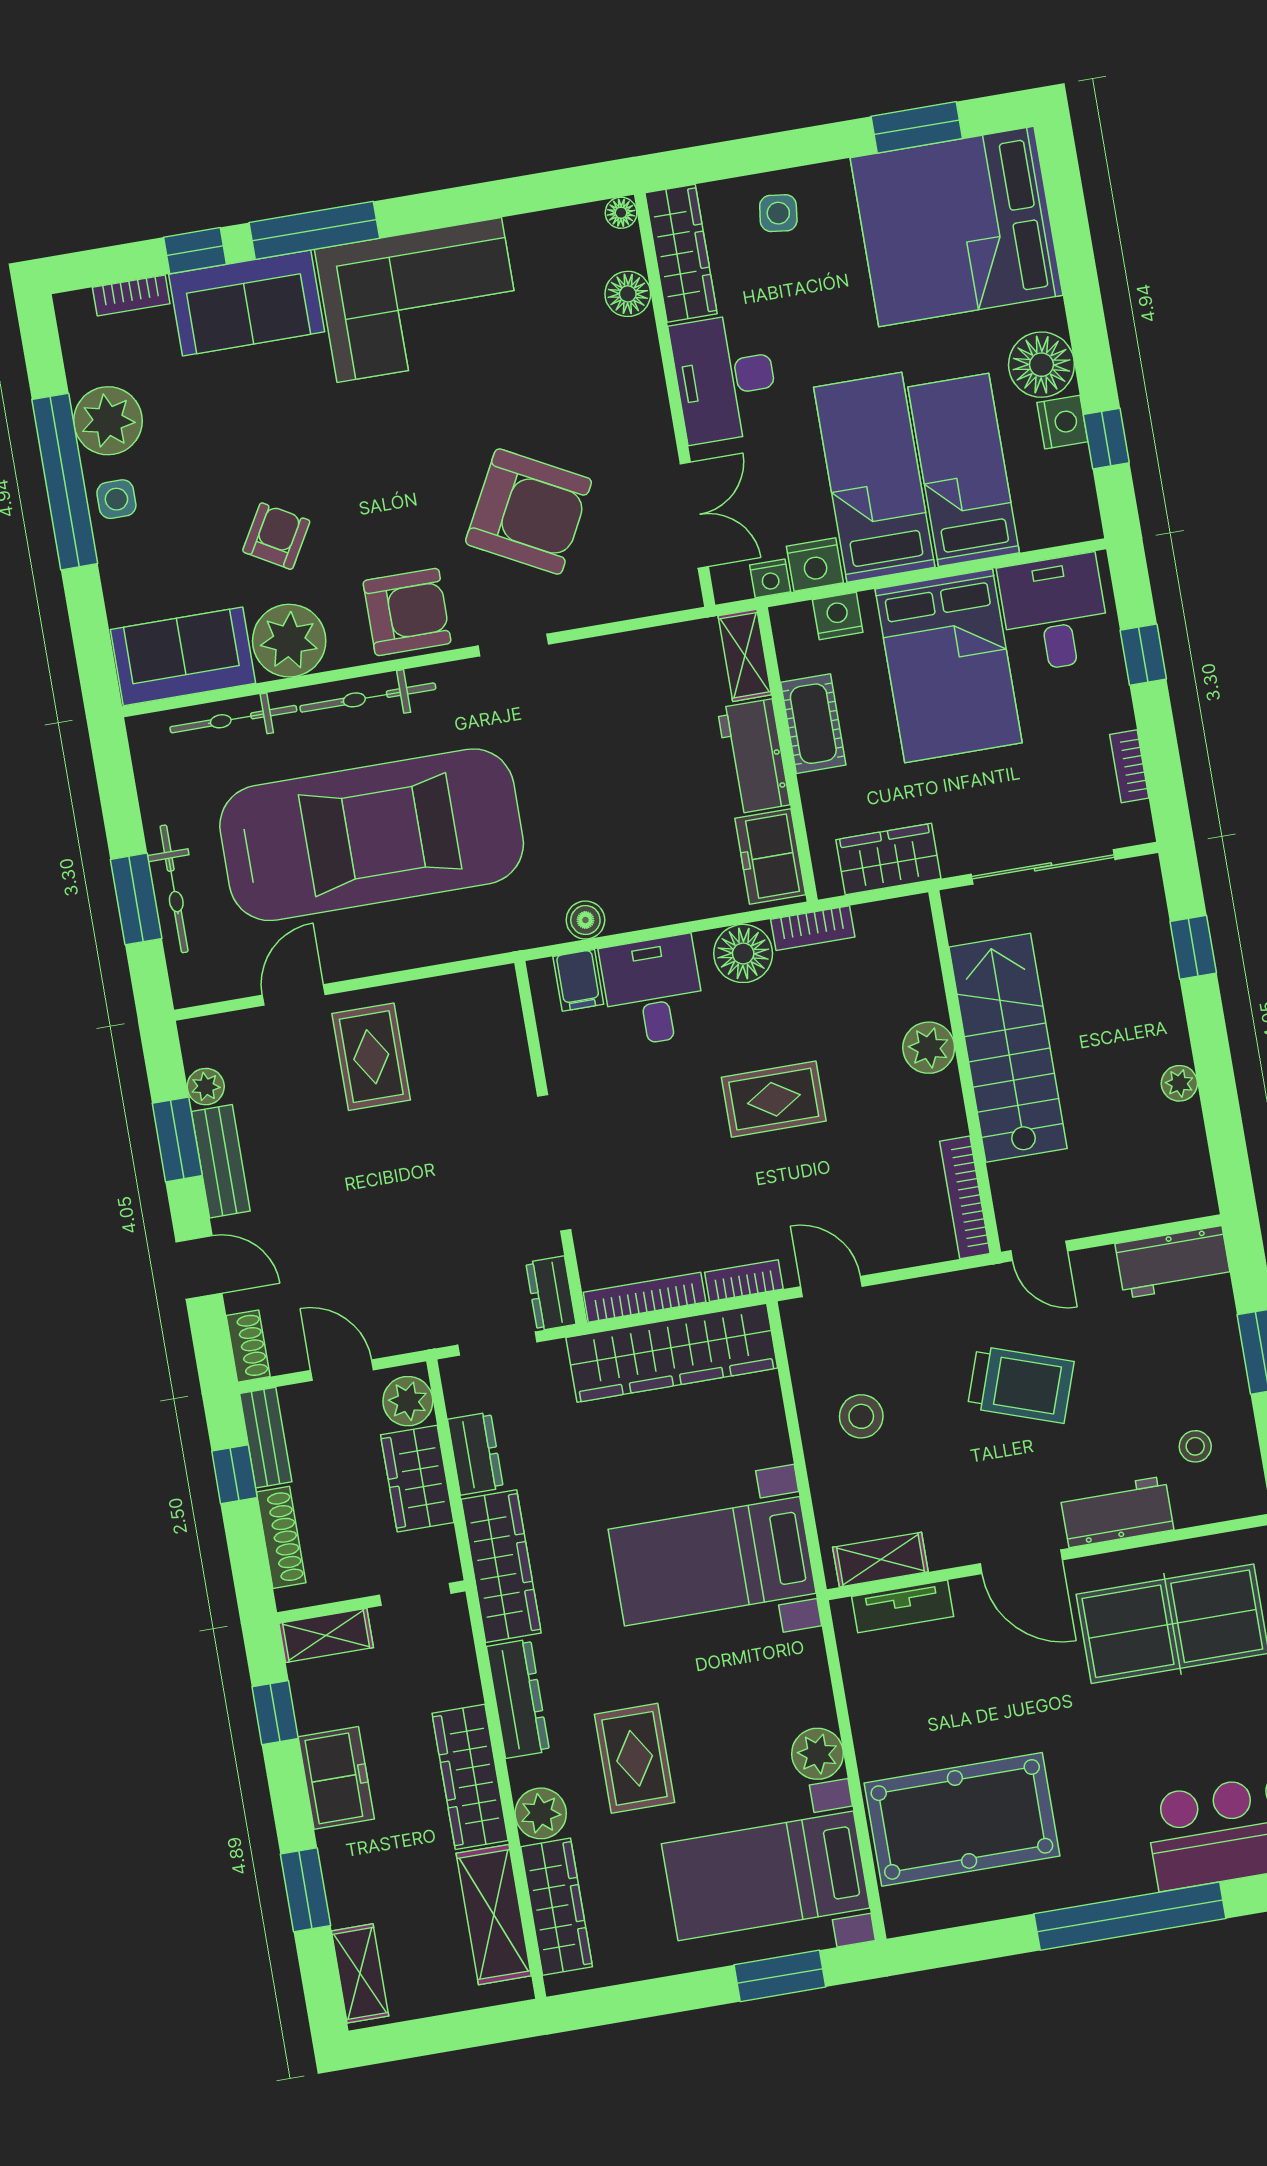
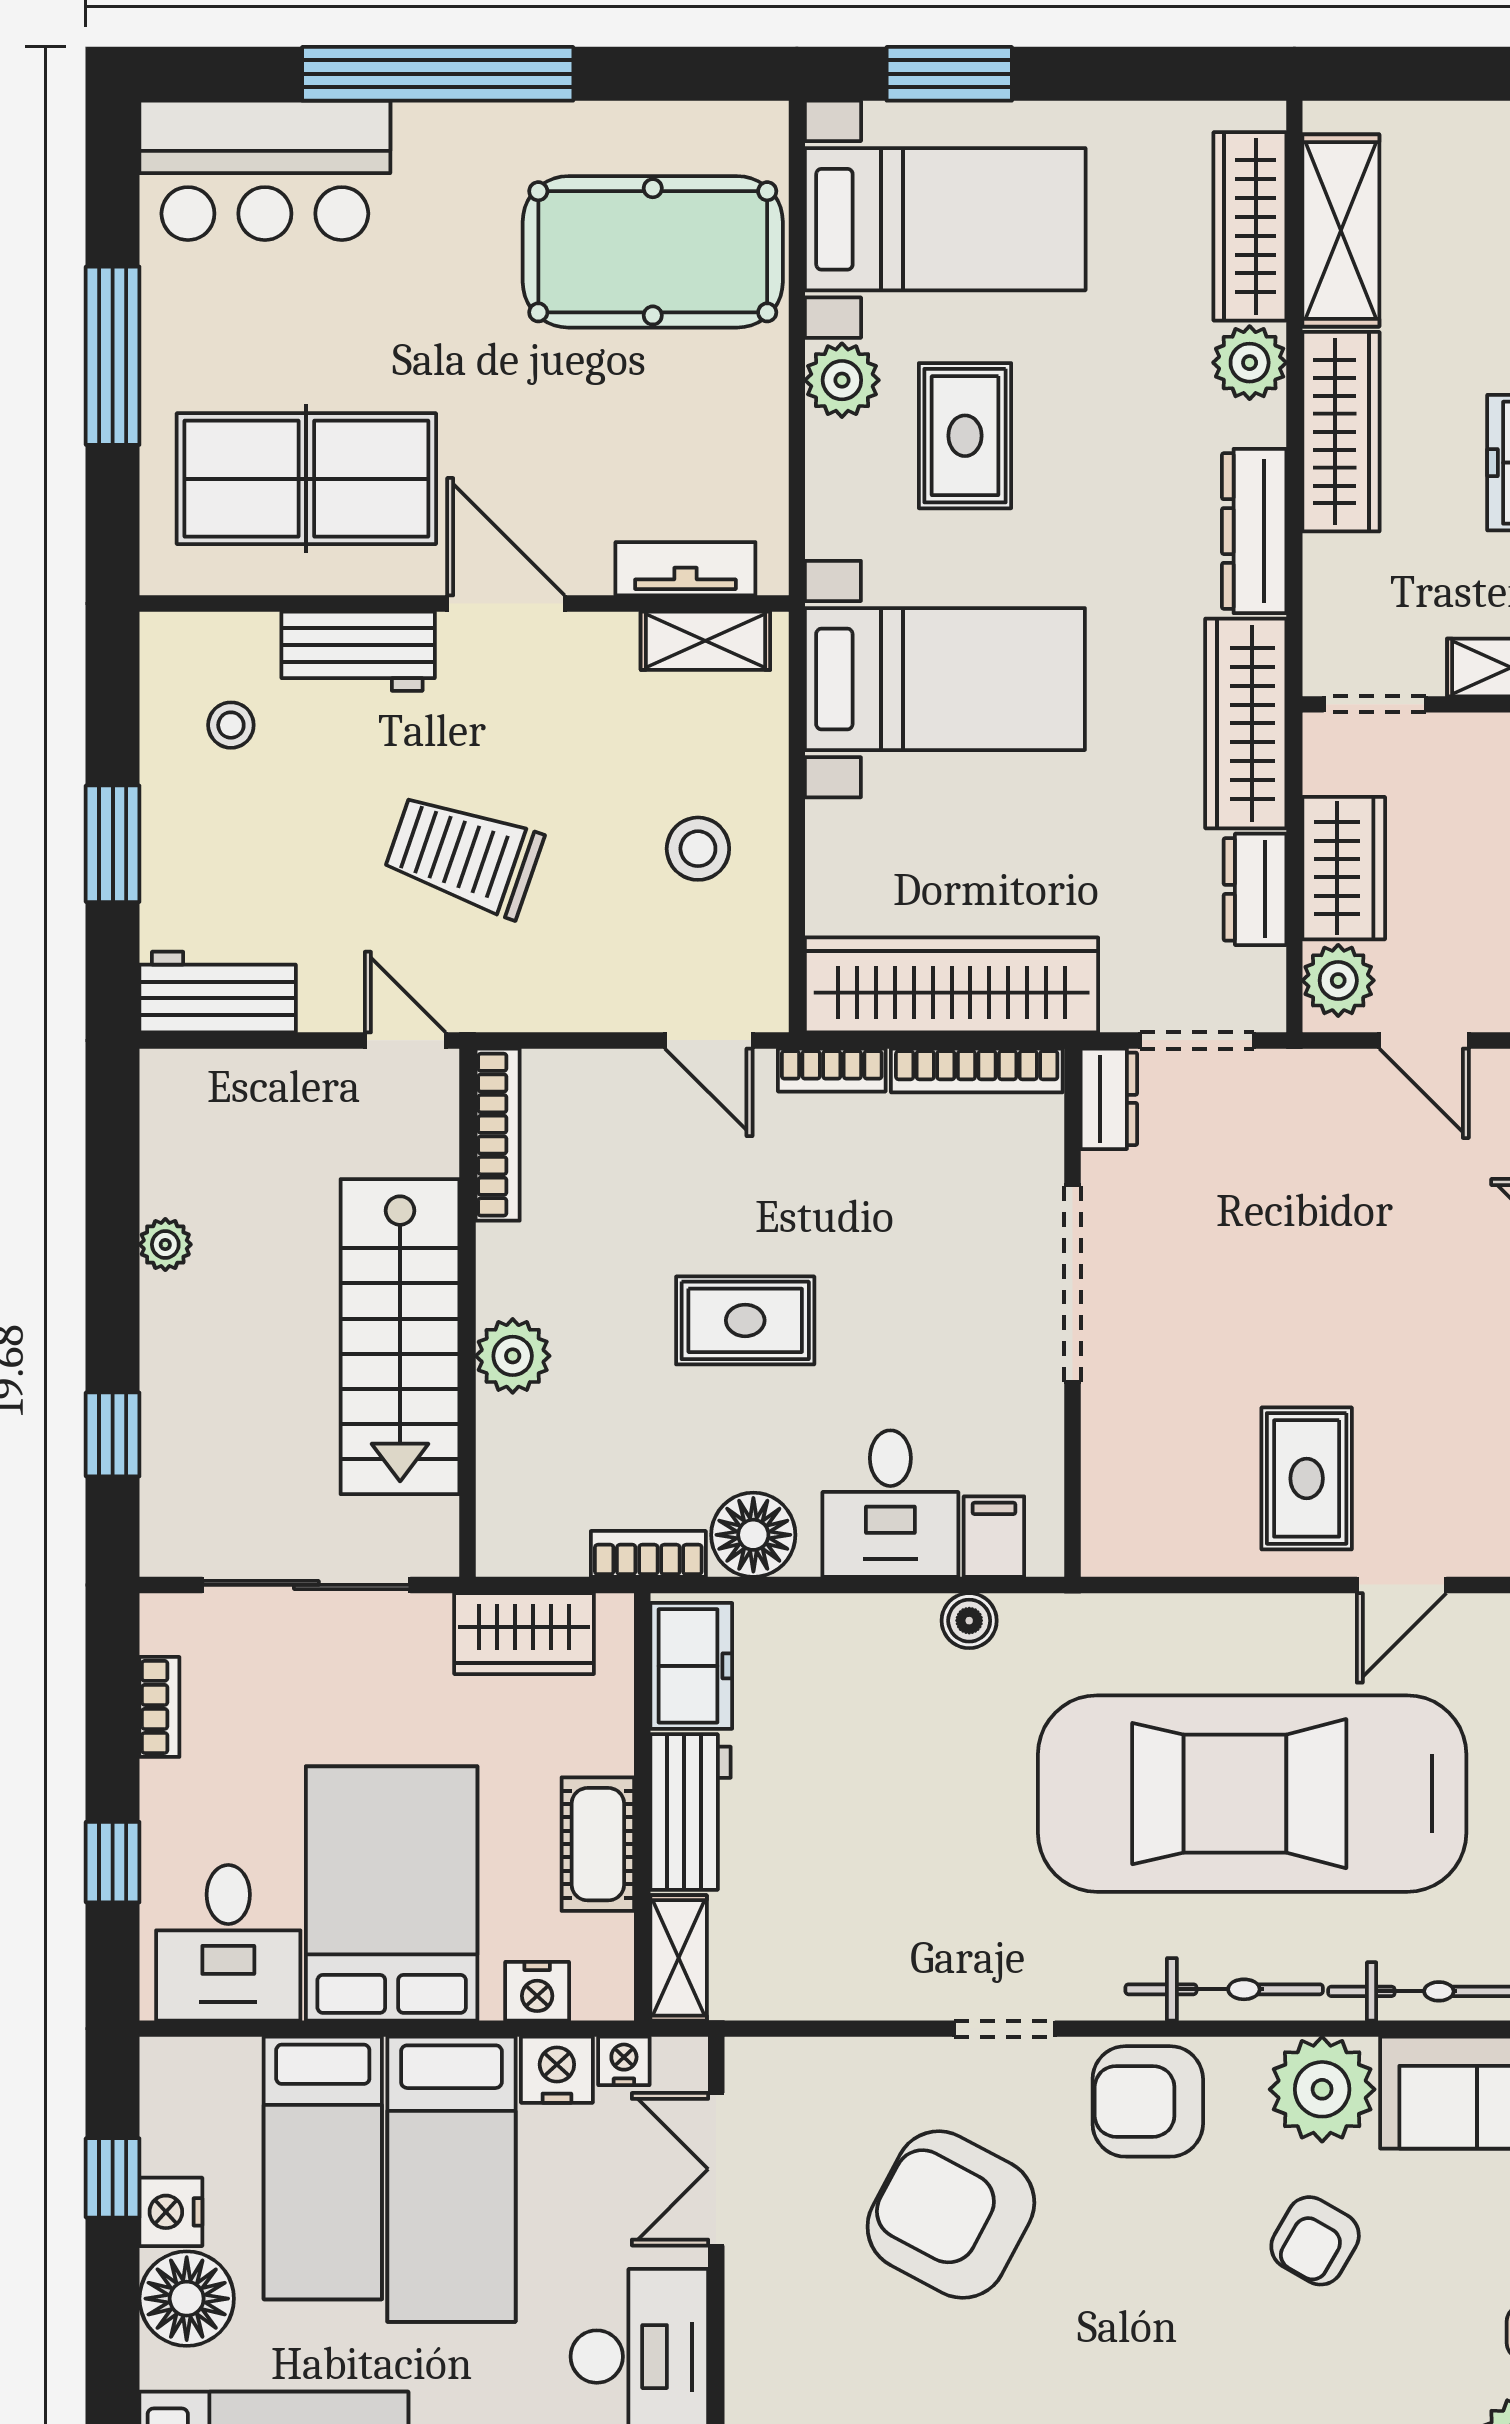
rug: (635, 1758) -> (965, 436), moved

